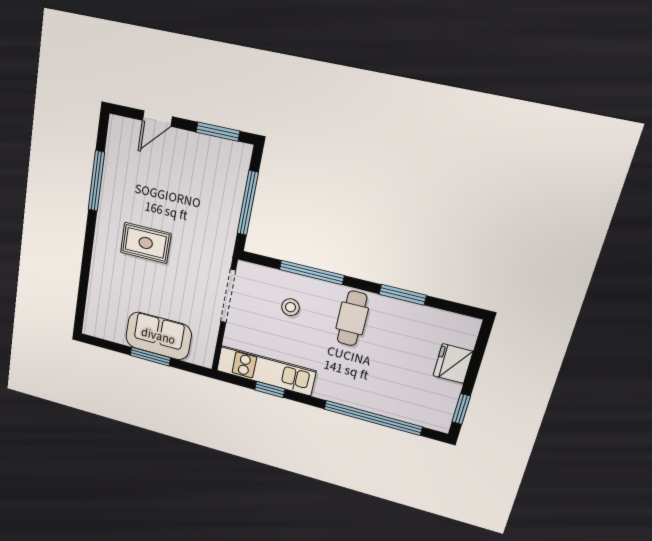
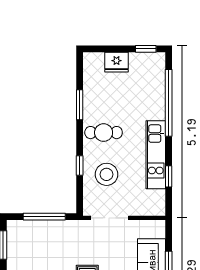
window: (312, 272) -> (80, 165), width x0.46
stool: (290, 307) -> (107, 174), width x1.89, depth x1.89
kitchen unit: (266, 371) -> (156, 155), moved

